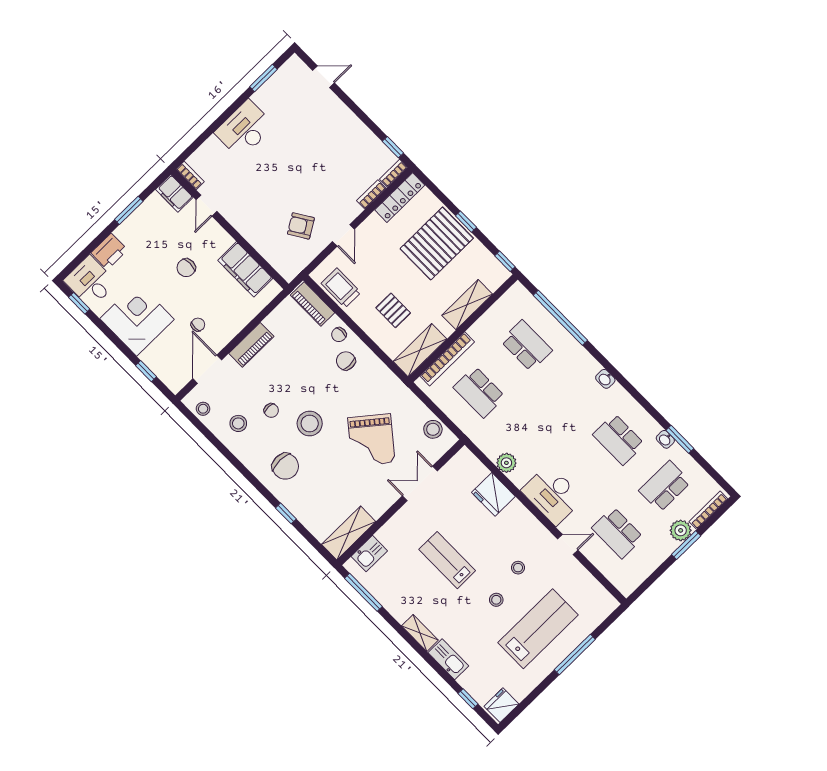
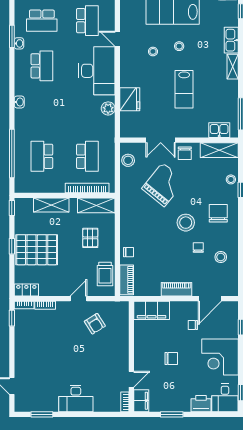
locker: (400, 198) -> (26, 290), width x0.66
filing cabinet: (245, 269) -> (152, 310), moved, turned 90
chair: (346, 361) -> (185, 153), moved
stool: (203, 409) -> (231, 179), moved
desk: (552, 495) -> (97, 71), width x1.36, depth x1.30

